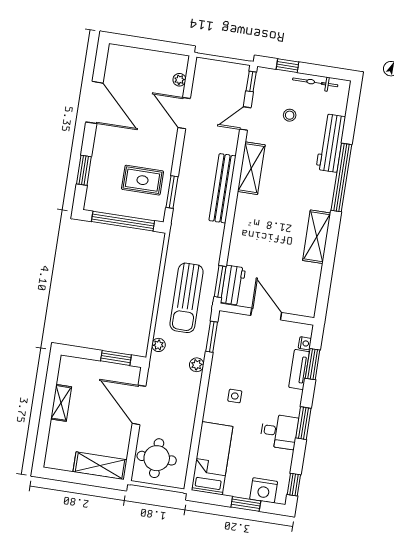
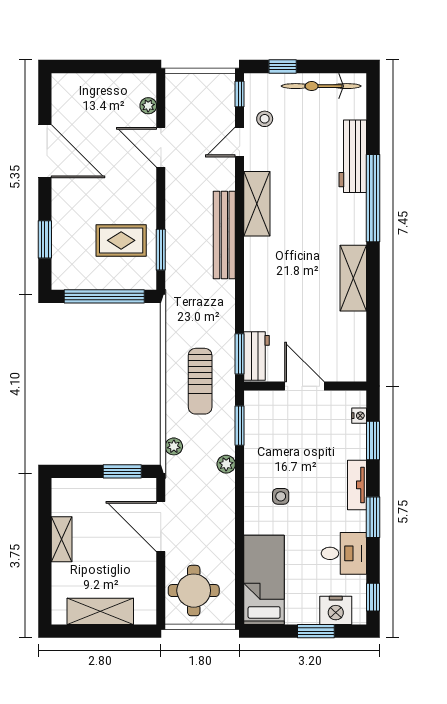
bicycle: (315, 82) -> (321, 86), width x1.37, depth x1.40
stool: (290, 115) -> (265, 119), moved
sun lounger: (187, 298) -> (200, 381), width x0.73, depth x0.75
tv unit: (299, 369) -> (357, 485), moved
desk: (279, 431) -> (344, 553), moved
shelving: (100, 466) -> (100, 611), moved

